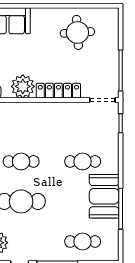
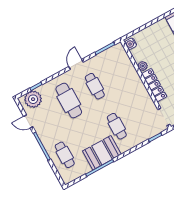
plant: (23, 86) -> (143, 66), width x0.53, depth x0.53

